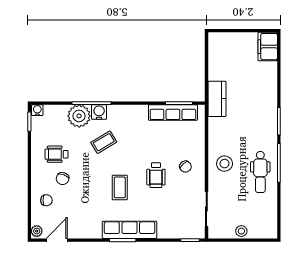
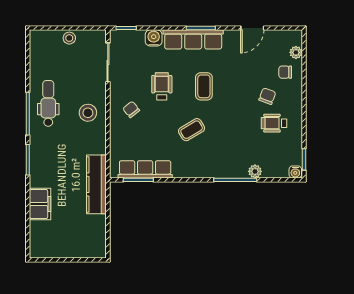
filing cabinet: (268, 47) -> (40, 204), moved
kitchen counter: (217, 99) -> (96, 184), width x1.50
water cooler: (99, 112) -> (154, 38), moved, turned 180
plant: (79, 116) -> (255, 171), width x0.53, depth x0.53
coffee table: (104, 142) -> (192, 130), moved
wheelchair: (57, 154) -> (274, 123), turned 180
wheelchair: (156, 175) -> (162, 86), moved
plant: (37, 231) -> (296, 52), moved
door: (57, 240) -> (252, 28), moved

